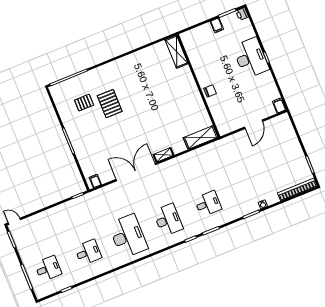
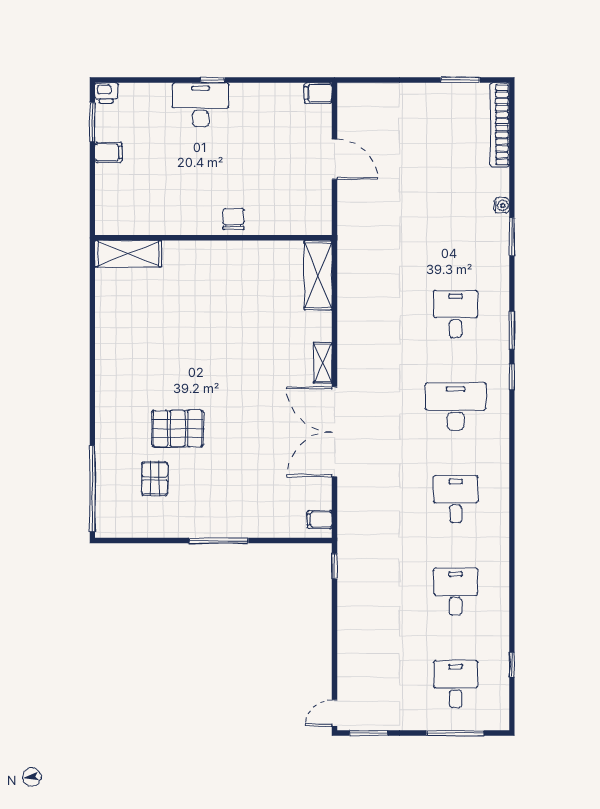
desk: (251, 58) -> (201, 105), width x0.73, depth x0.77
desk: (128, 236) -> (456, 499), width x0.53, depth x0.77

